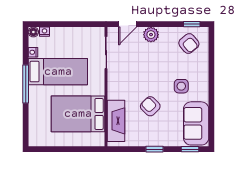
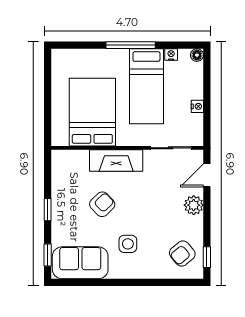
door: (128, 24) -> (207, 175), hinge flipped
nightstand: (44, 32) -> (197, 106), moved
fireplace: (116, 121) -> (116, 160), moved

